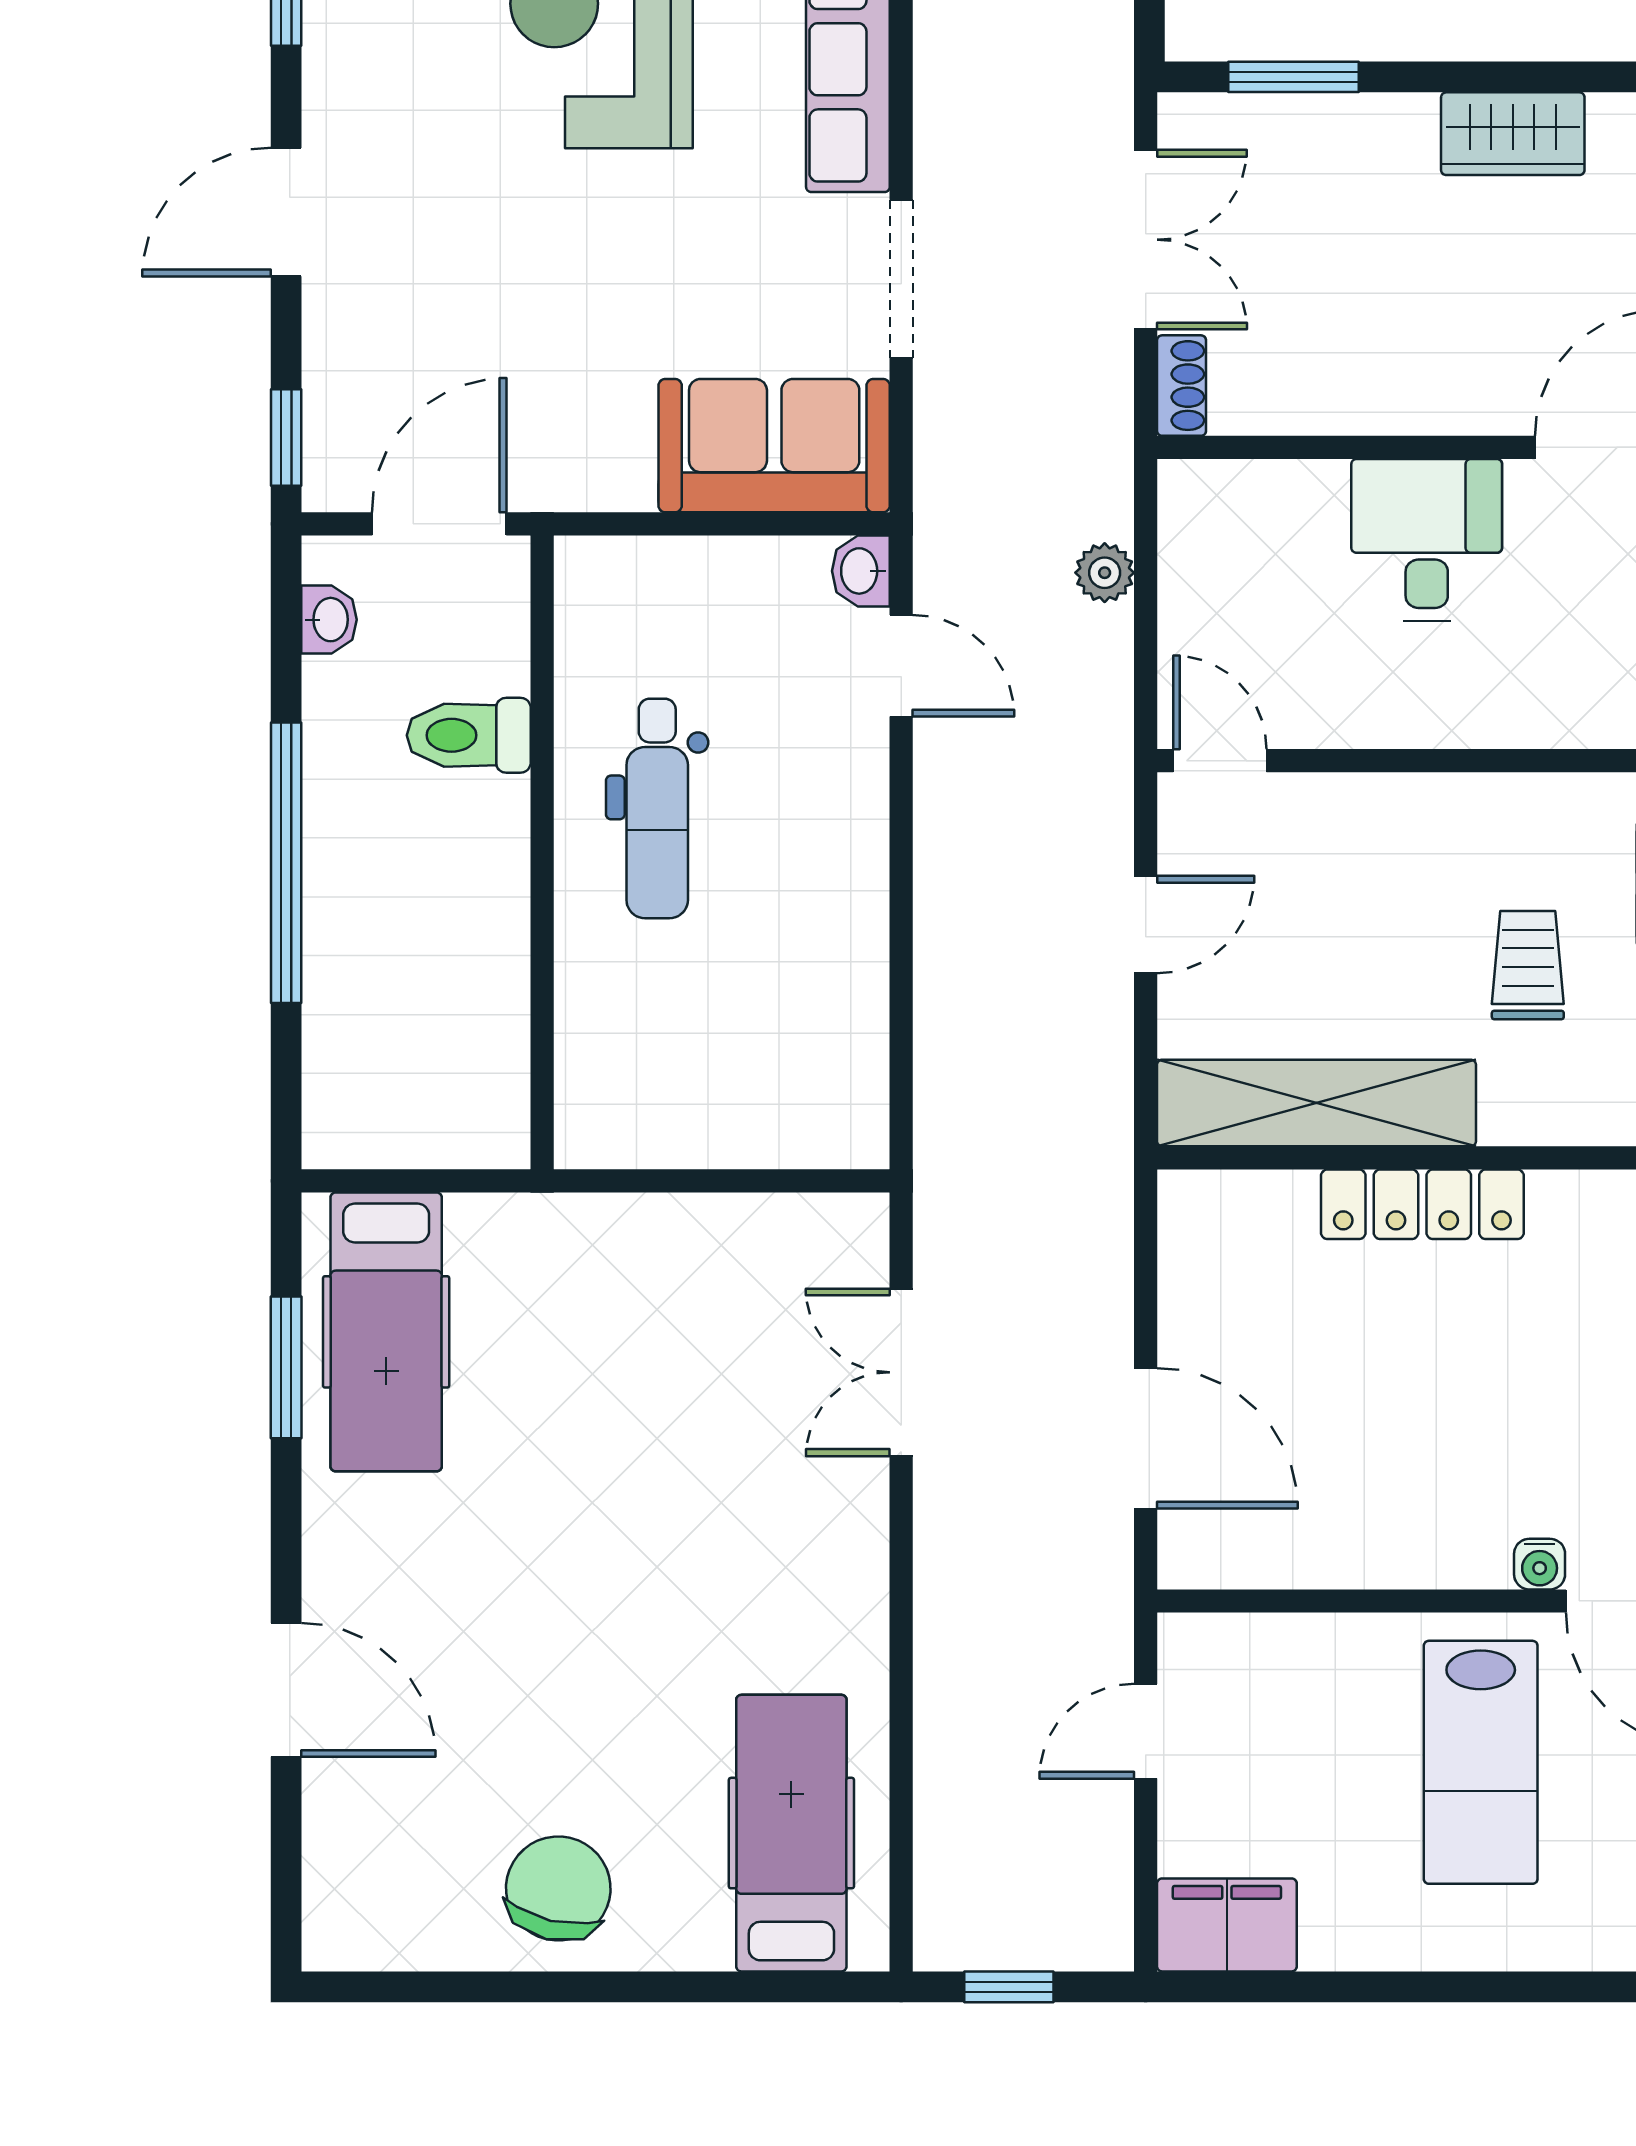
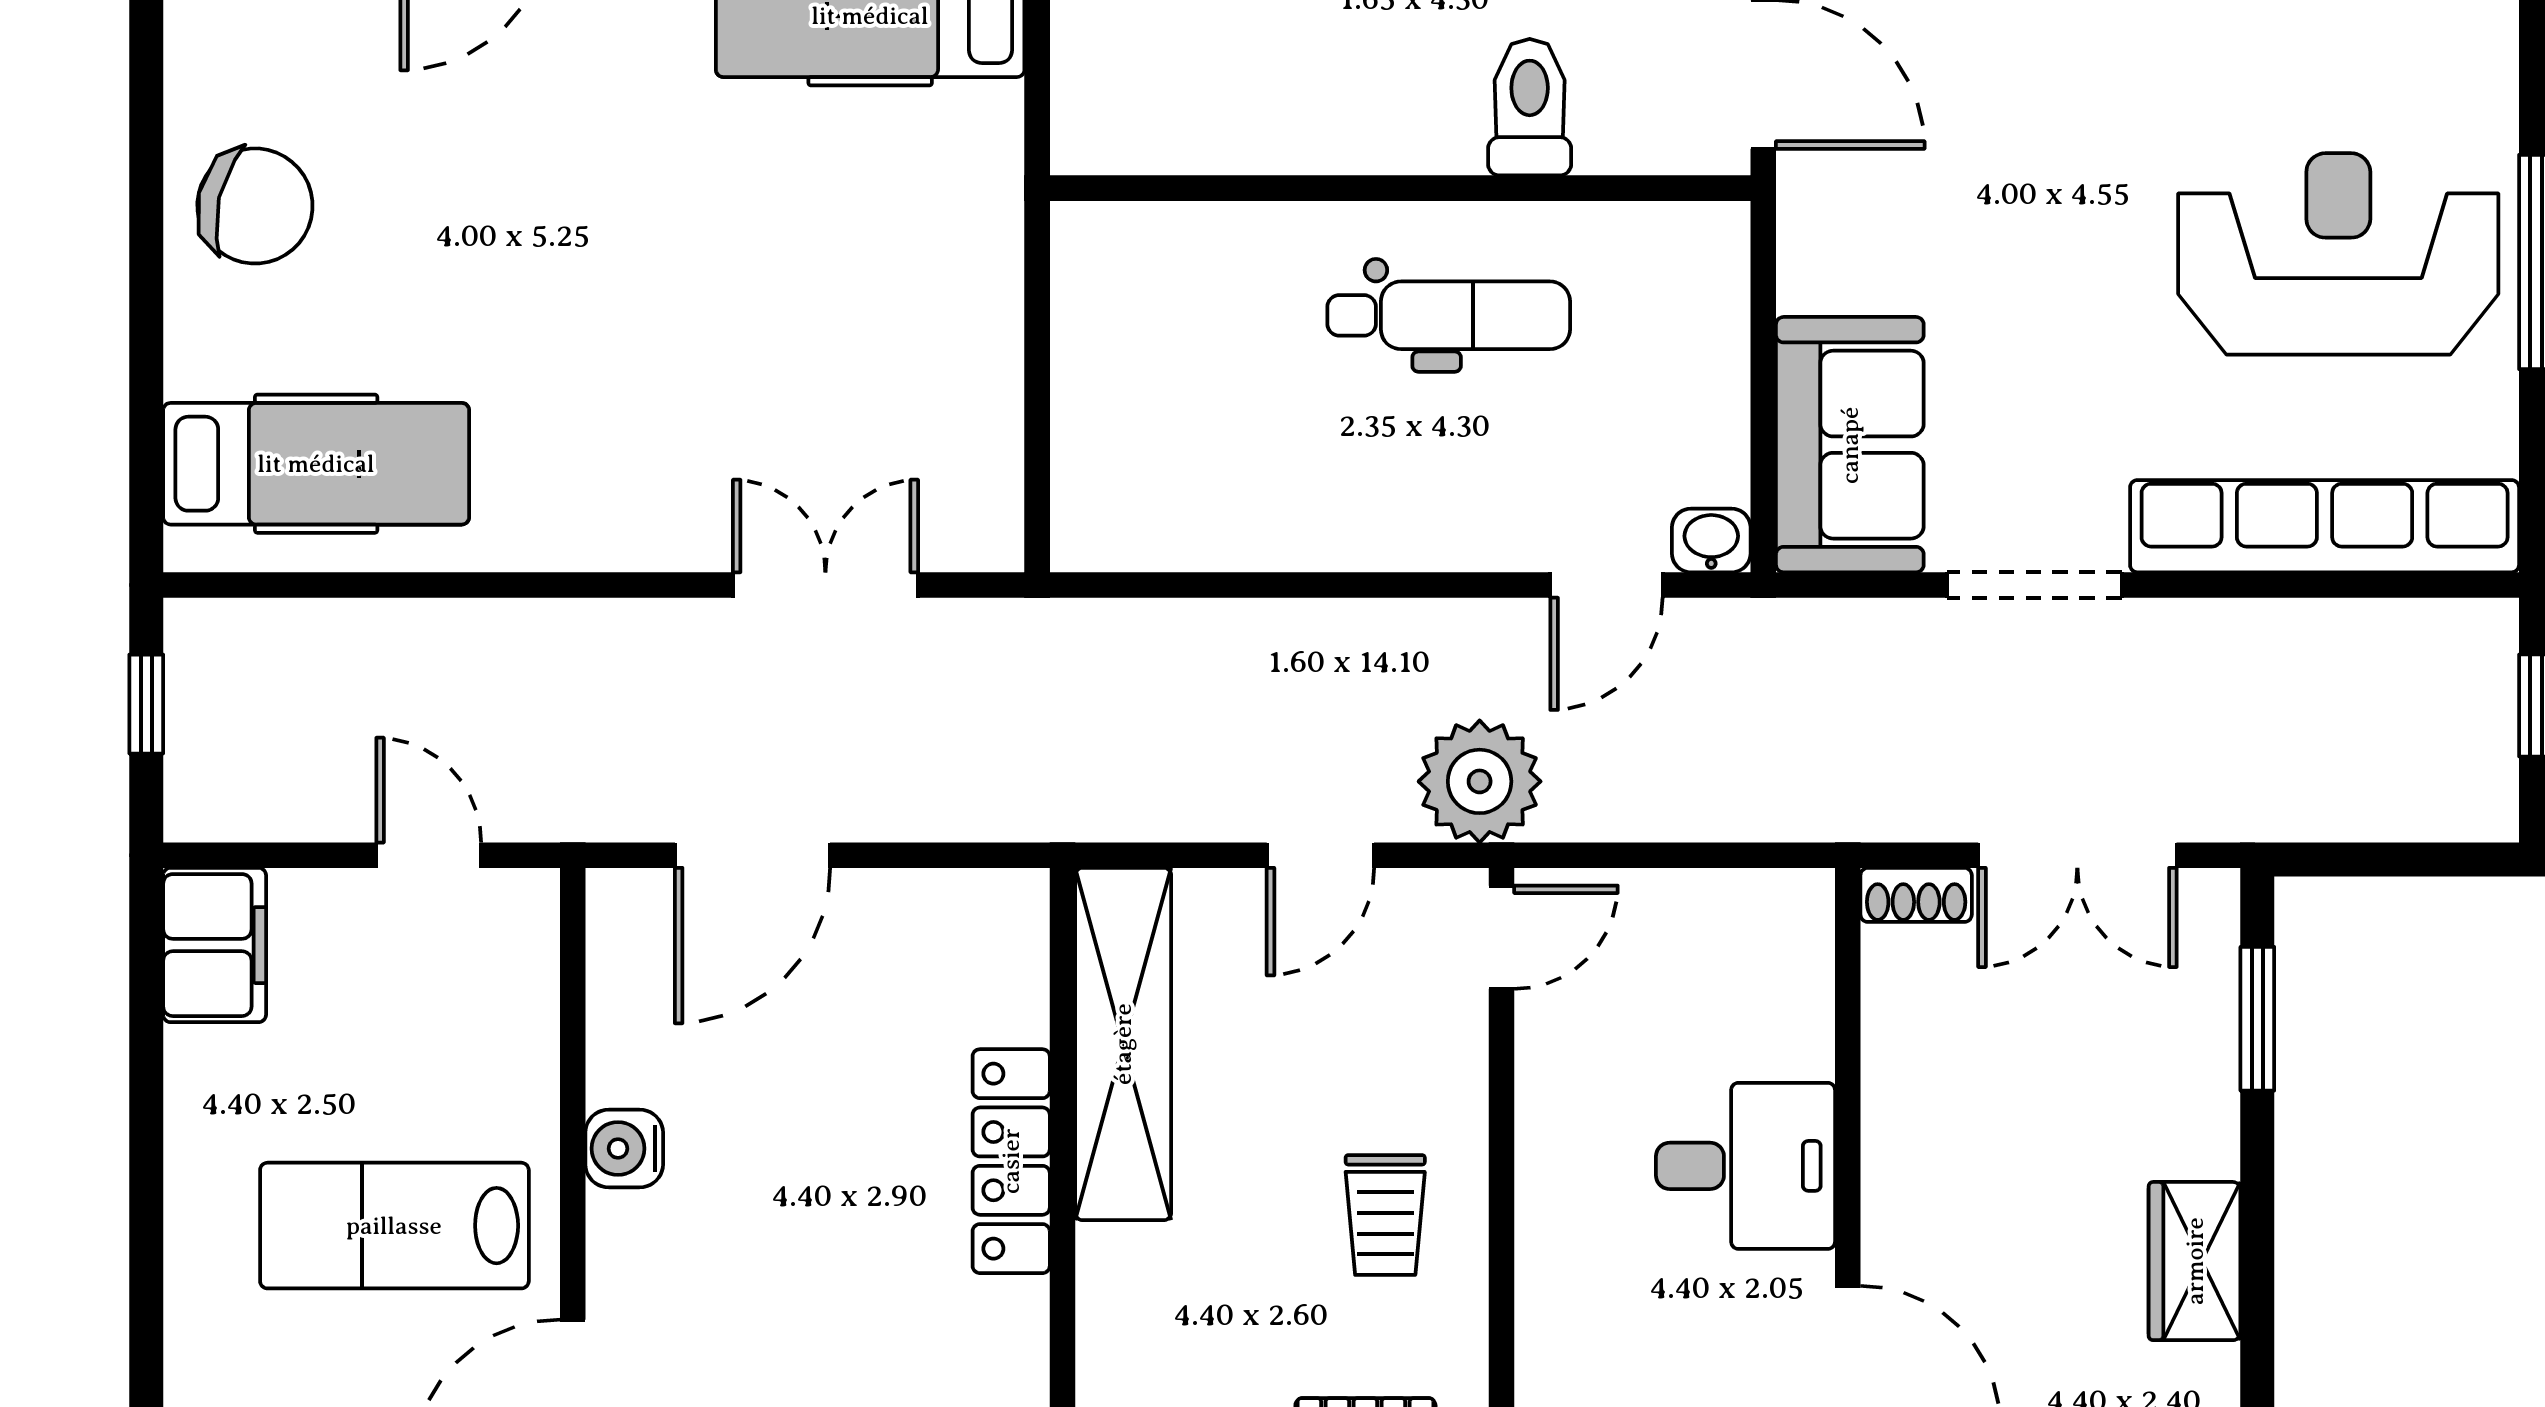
plant: (1105, 573) -> (1480, 781), moved, width x1.88, depth x1.88
dental chair: (657, 808) -> (1449, 315), turned 180
door: (1146, 924) -> (1320, 855), hinge flipped
trolley: (1528, 965) -> (1385, 1215), moved, turned 90
water cooler: (1540, 1564) -> (624, 1149), moved, width x1.38, depth x1.38

